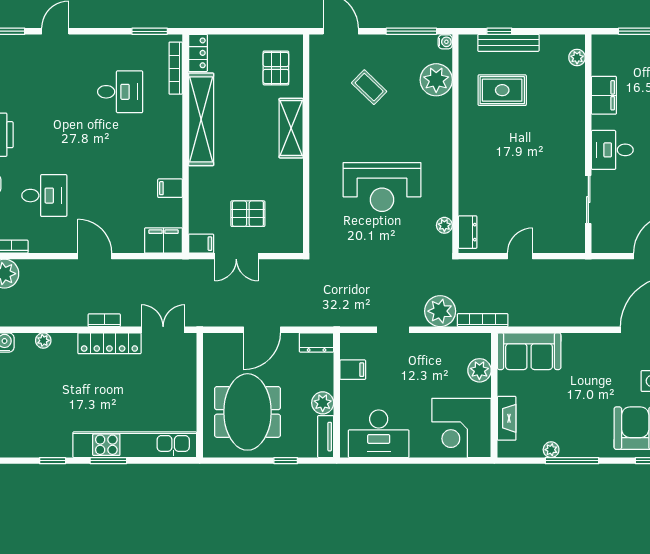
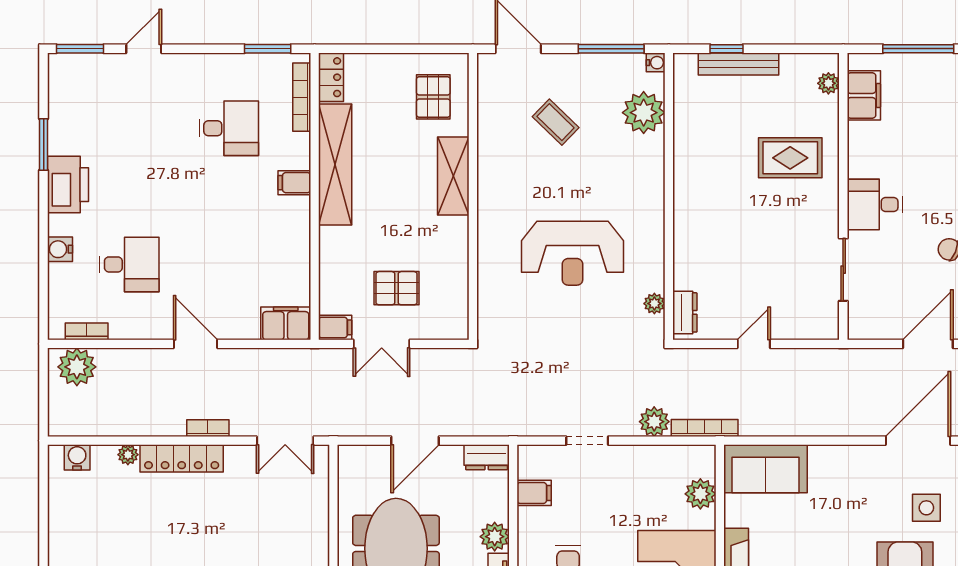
rug: (502, 90) -> (790, 158), moved
filing cabinet: (604, 95) -> (864, 95), moved
filing cabinet: (170, 188) -> (294, 183), moved
plant: (440, 311) -> (654, 422), width x0.73, depth x0.73
double door: (163, 330) -> (285, 441), swing flipped
locker: (109, 343) -> (182, 458), moved

